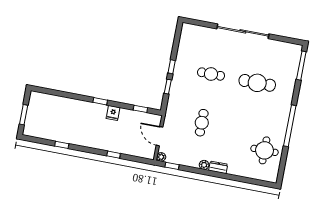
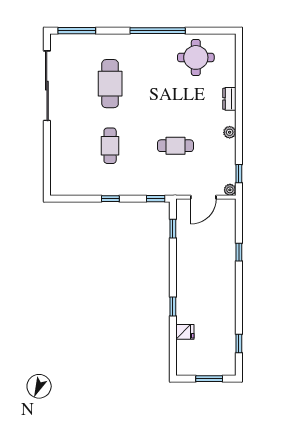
sliding door: (243, 31) -> (47, 86), moved
window: (168, 87) -> (156, 199), moved
window: (100, 101) -> (173, 306), moved
fridge: (113, 113) -> (185, 332), moved
window: (62, 145) -> (239, 344), moved
dresser: (218, 167) -> (229, 99), moved

